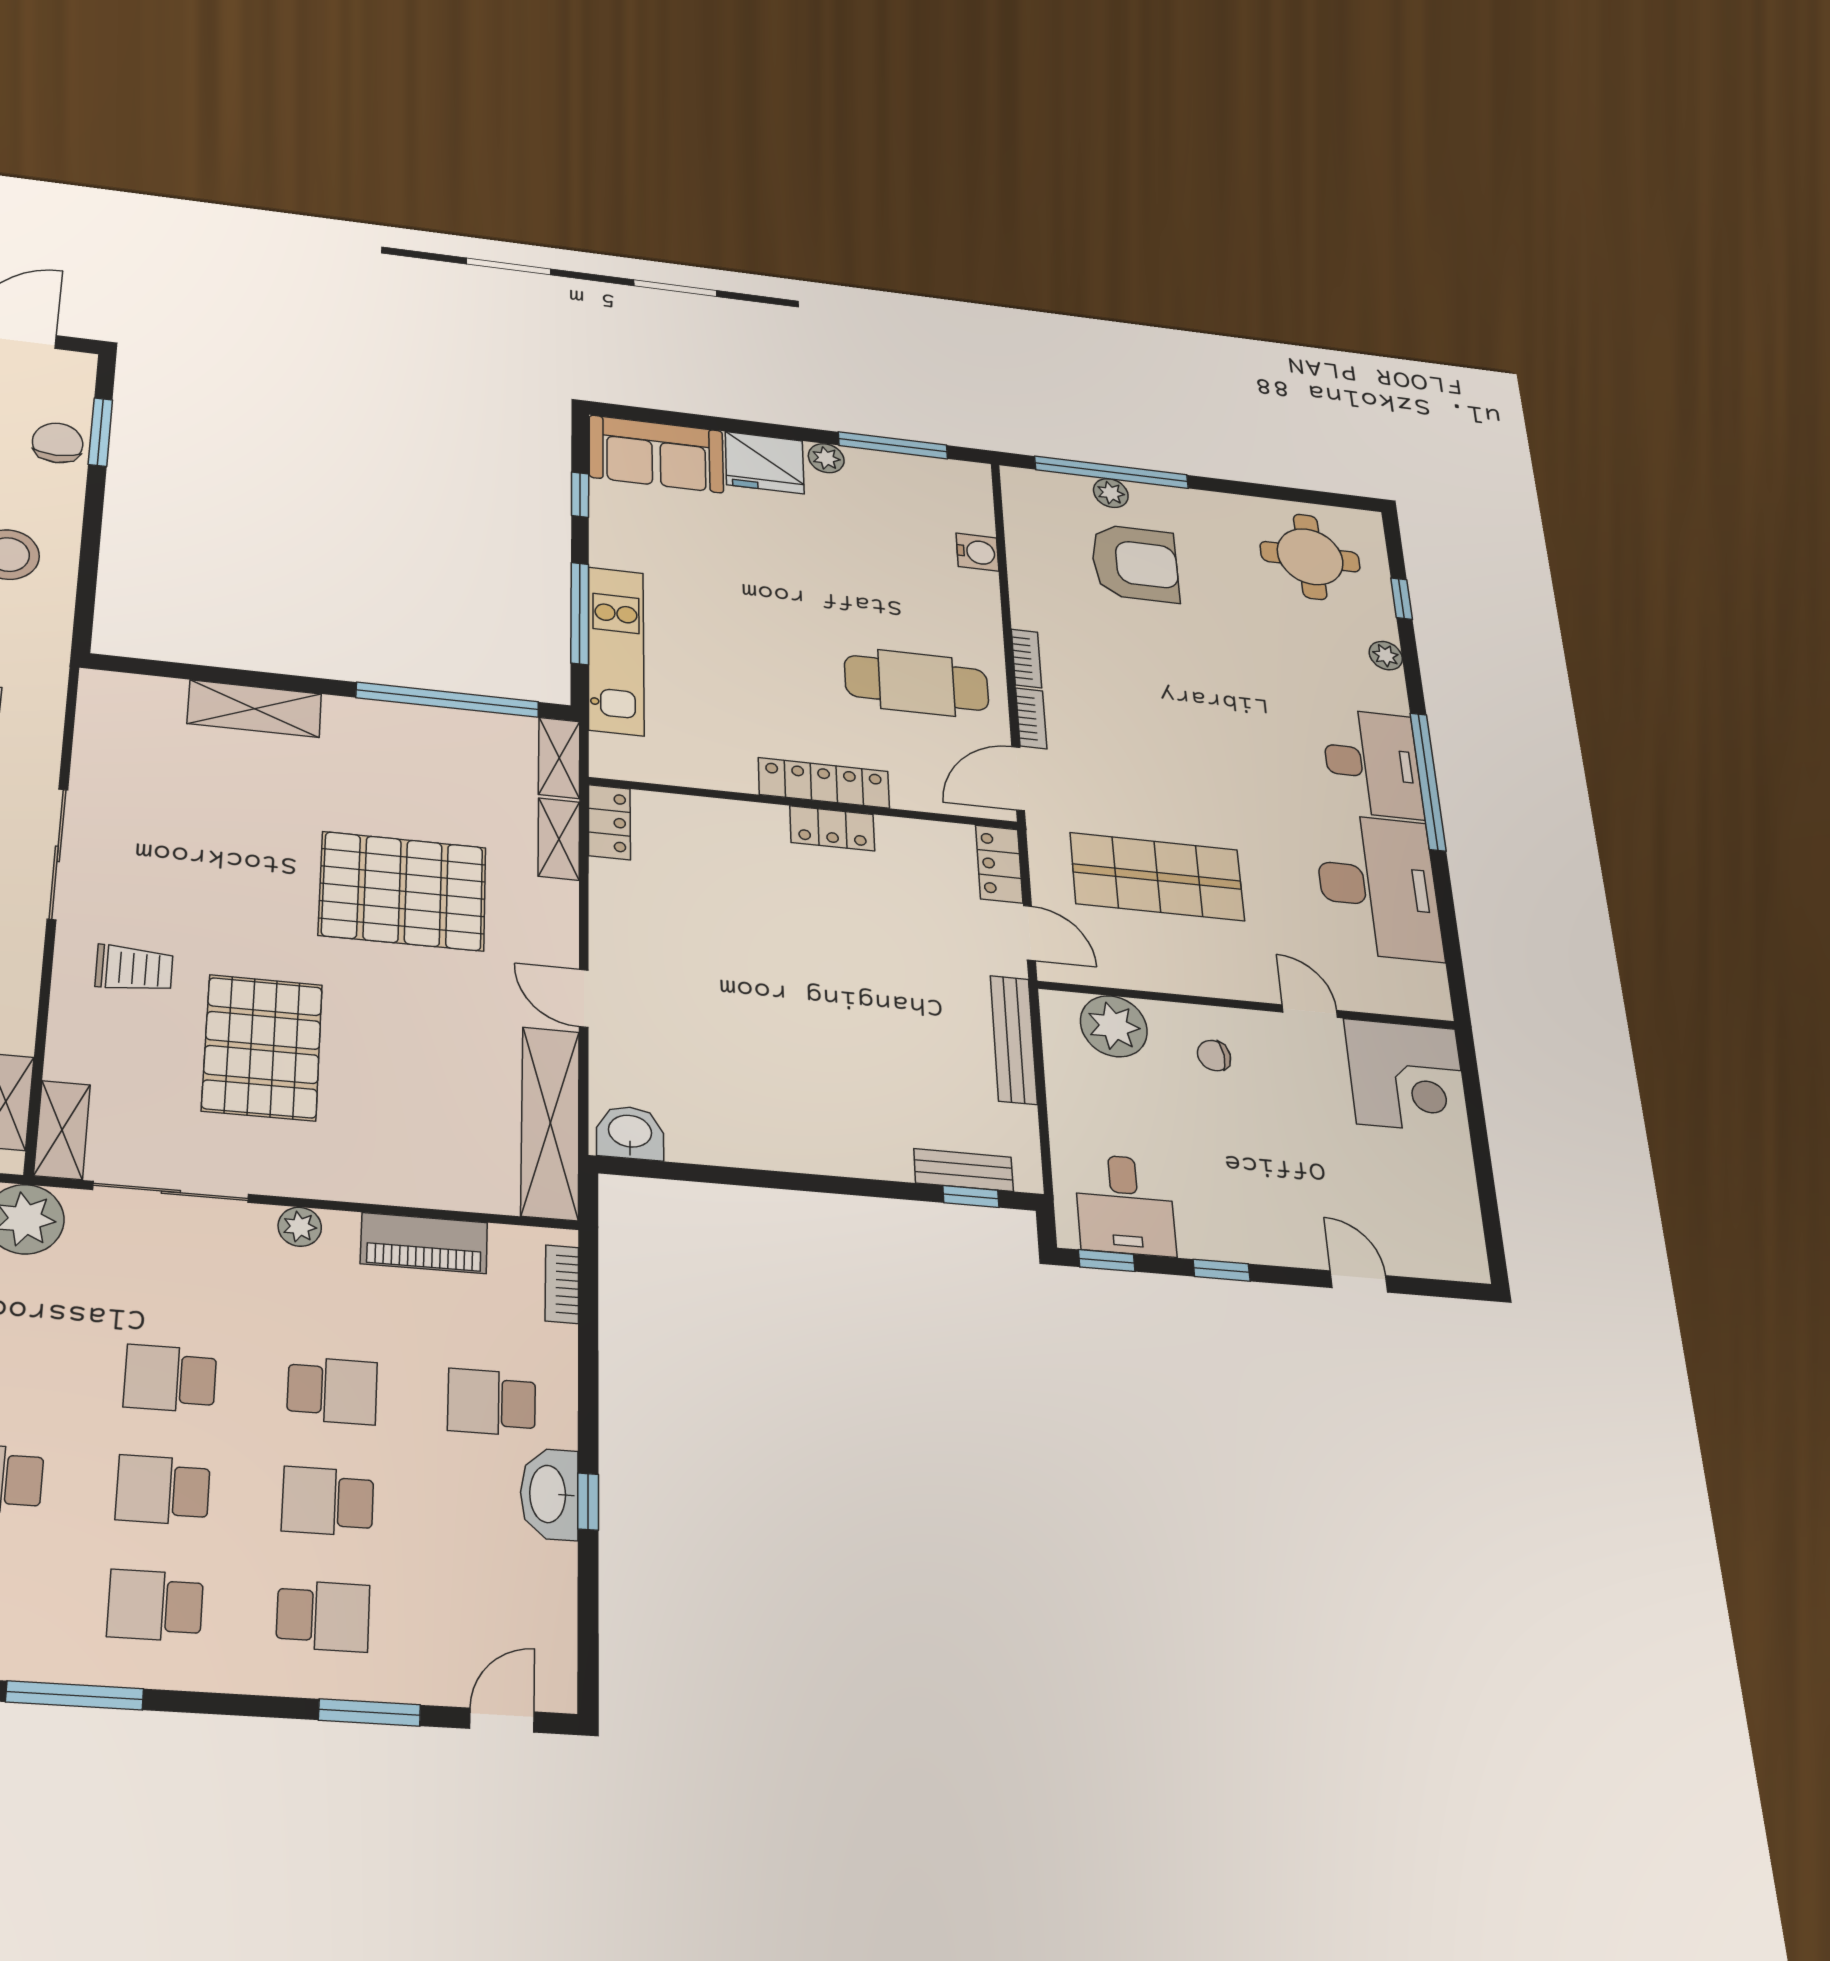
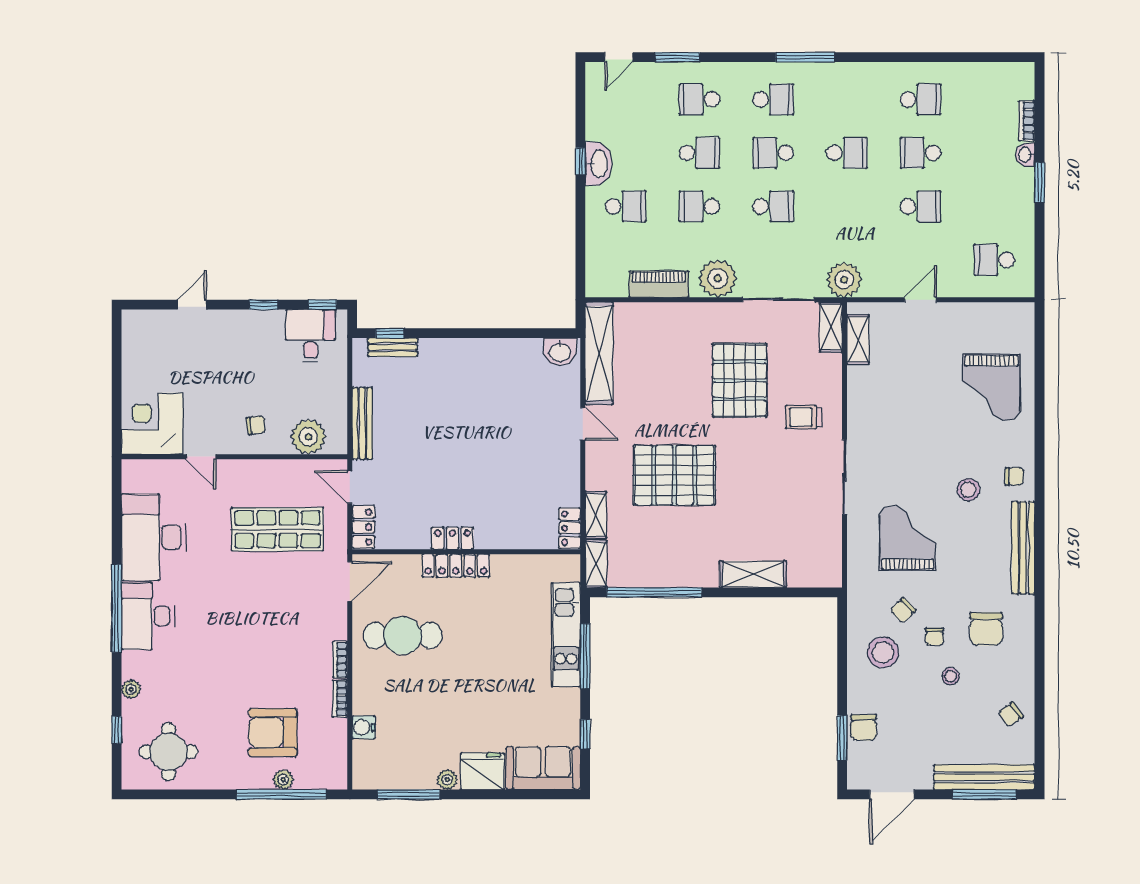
bookcase: (1031, 718) -> (340, 699), moved
plant: (300, 1227) -> (718, 278), width x1.88, depth x1.88
door: (1359, 1282) -> (192, 305), swing flipped
bookcase: (562, 1284) -> (593, 269), removed
school desk: (163, 1490) -> (773, 153), turned 180

